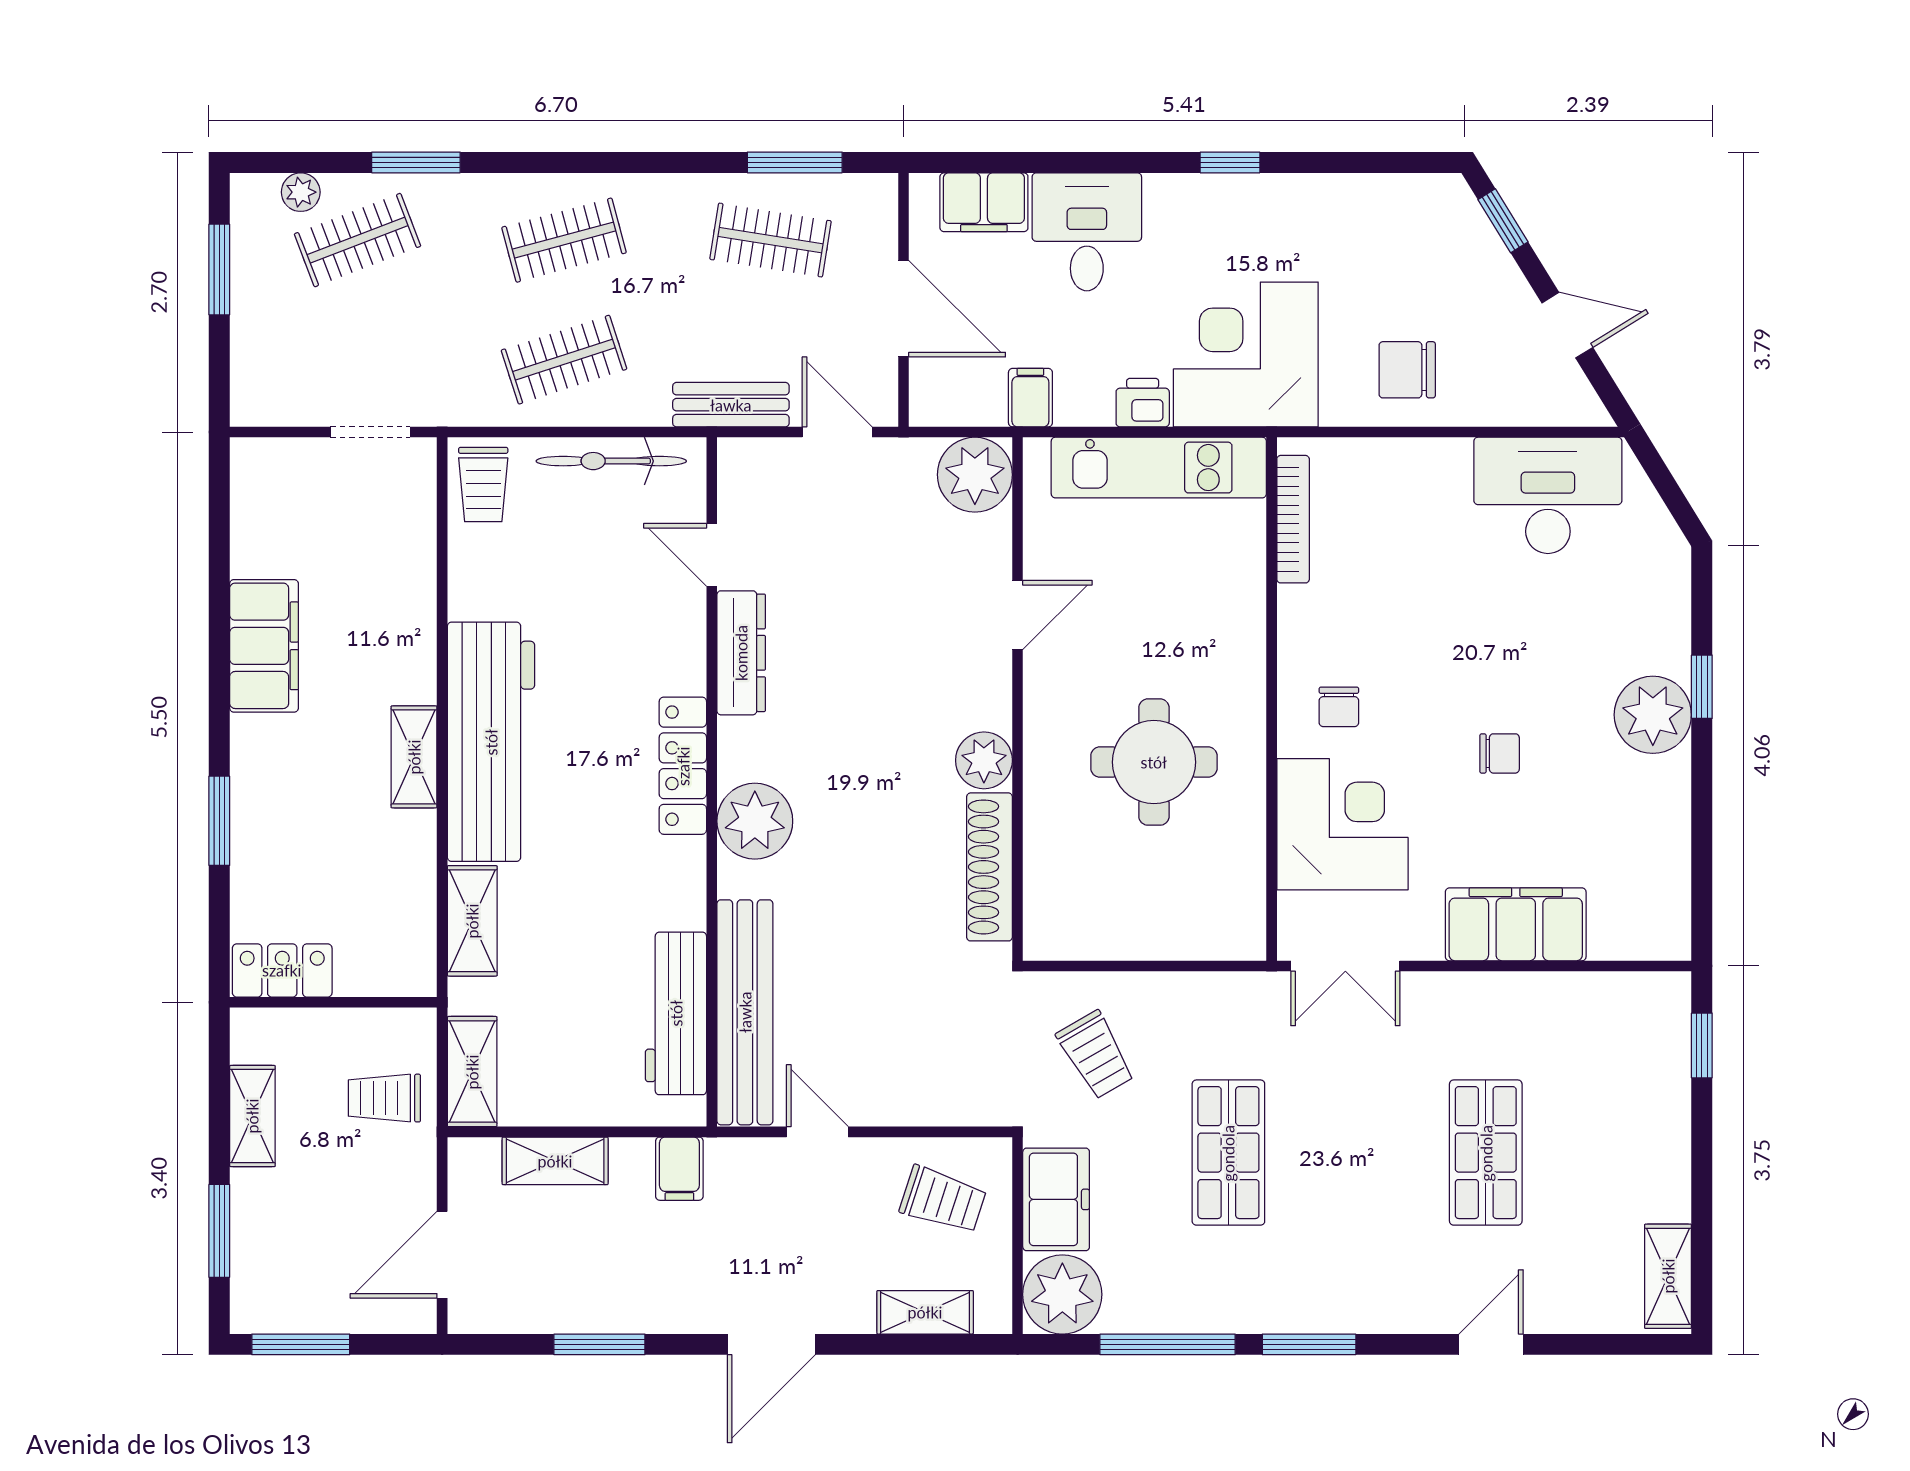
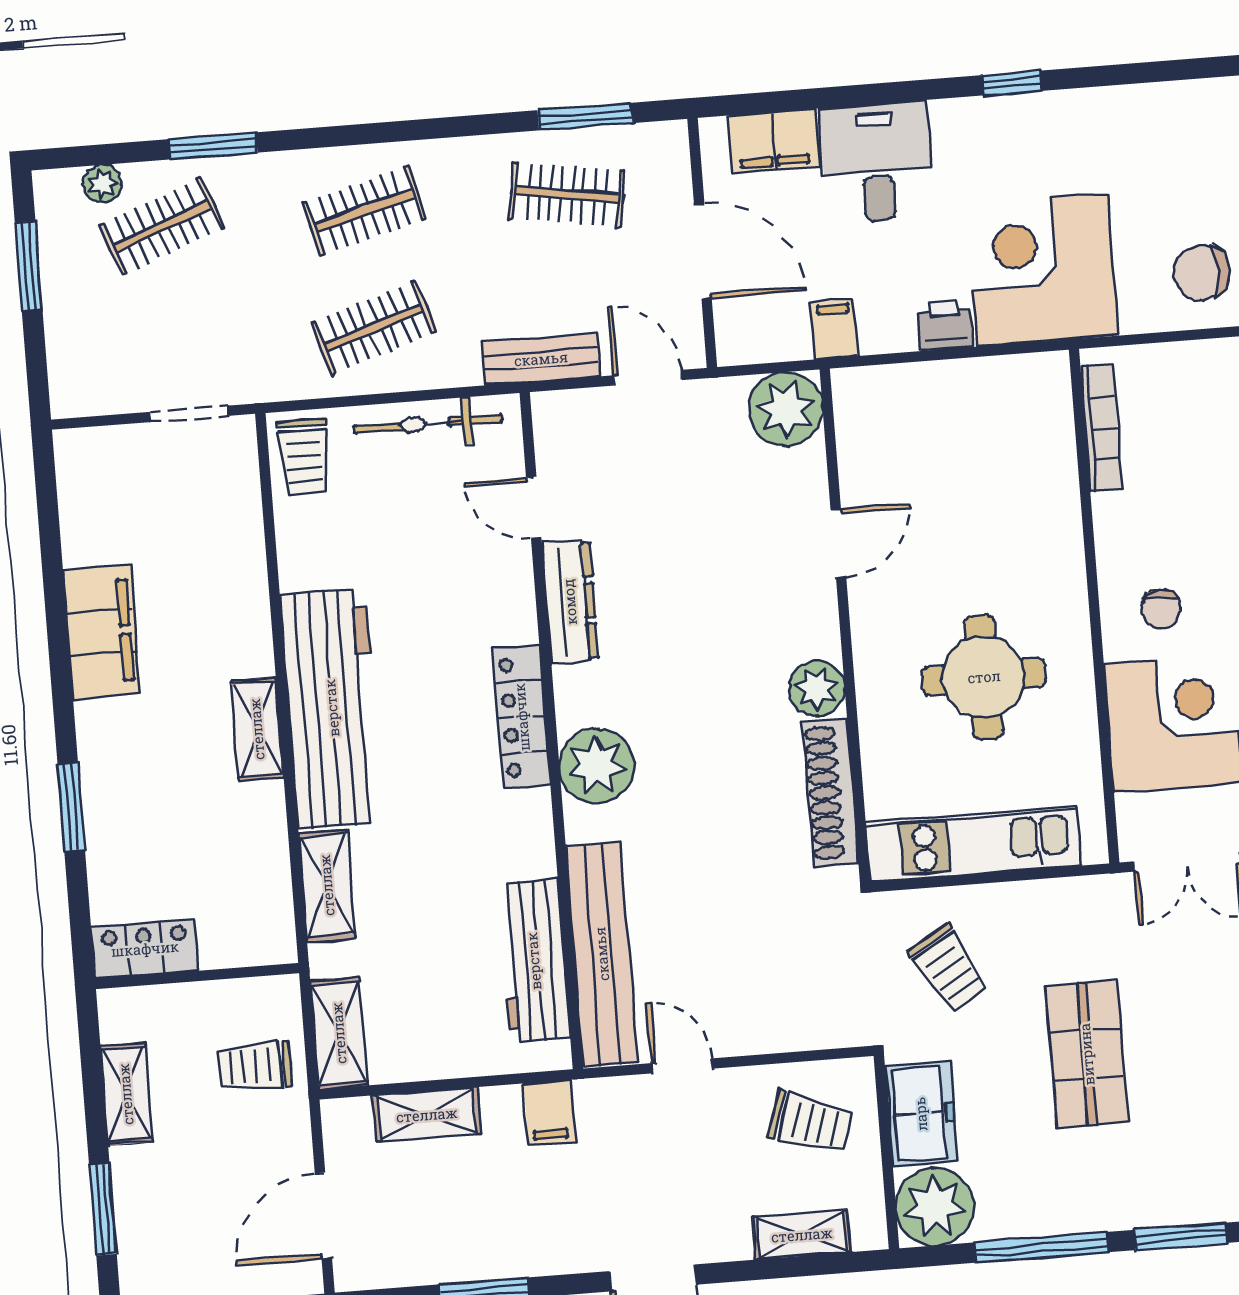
kitchen unit: (1159, 468) -> (973, 844), moved, turned 180

